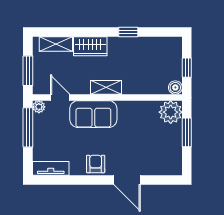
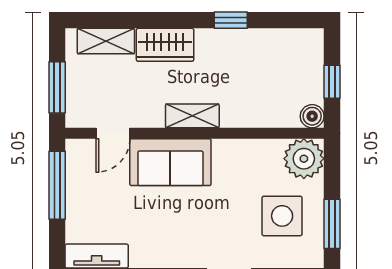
door: (60, 97) -> (113, 133), swing flipped
plant: (39, 107) -> (76, 150), removed
window: (187, 132) -> (332, 224), moved
side table: (158, 145) -> (282, 216), added
armchair: (96, 164) -> (174, 248), removed

